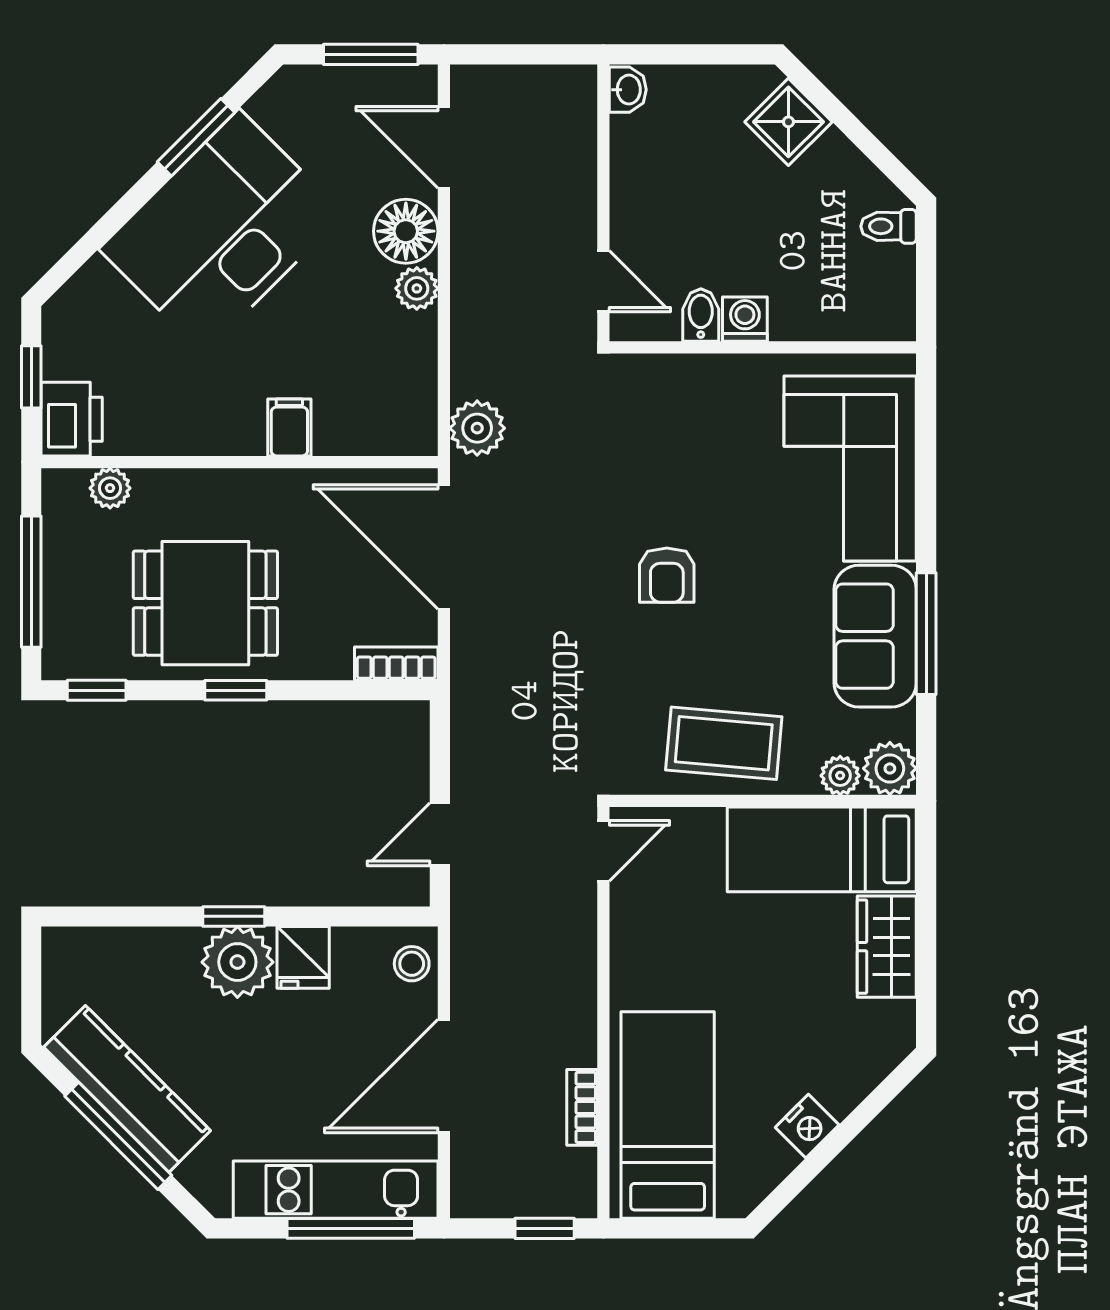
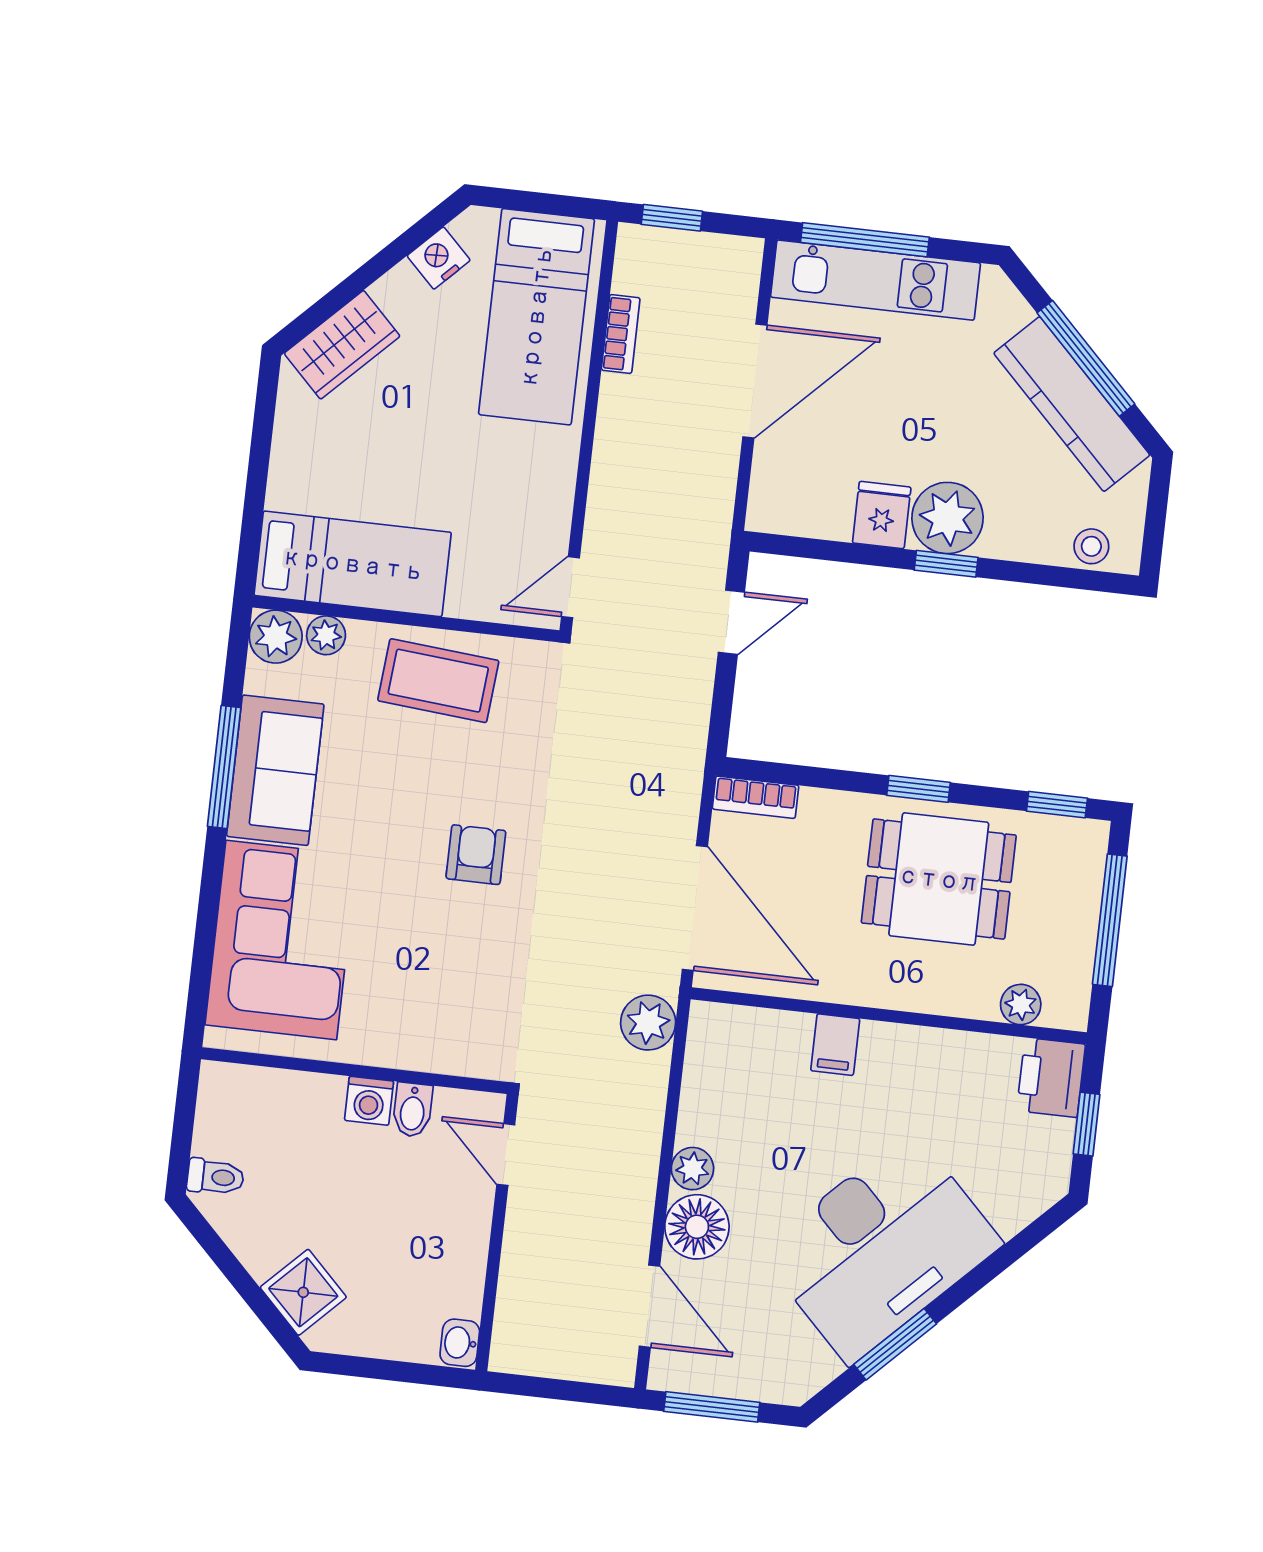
wardrobe: (887, 947) -> (342, 345), moved, turned 45
stool: (412, 964) -> (1091, 546), moved
nightstand: (807, 1126) -> (439, 258), moved

